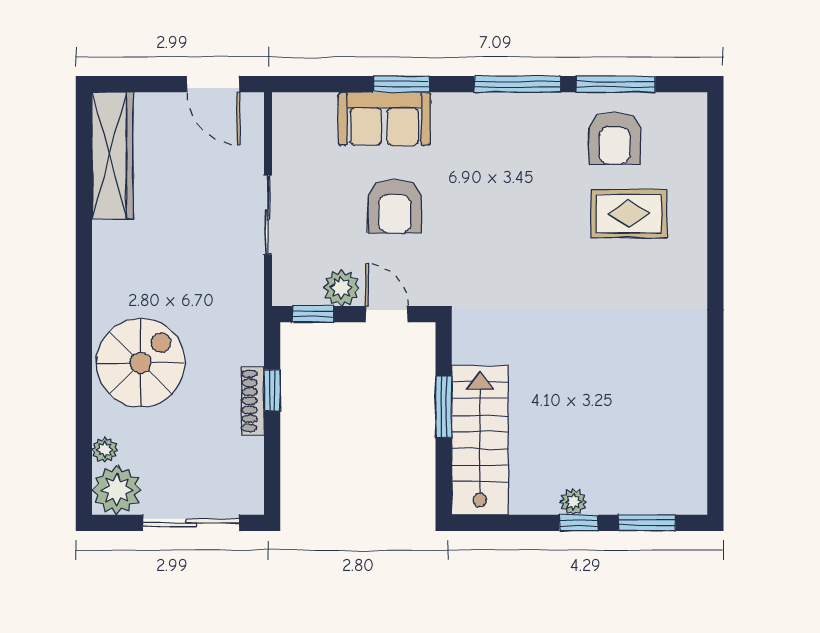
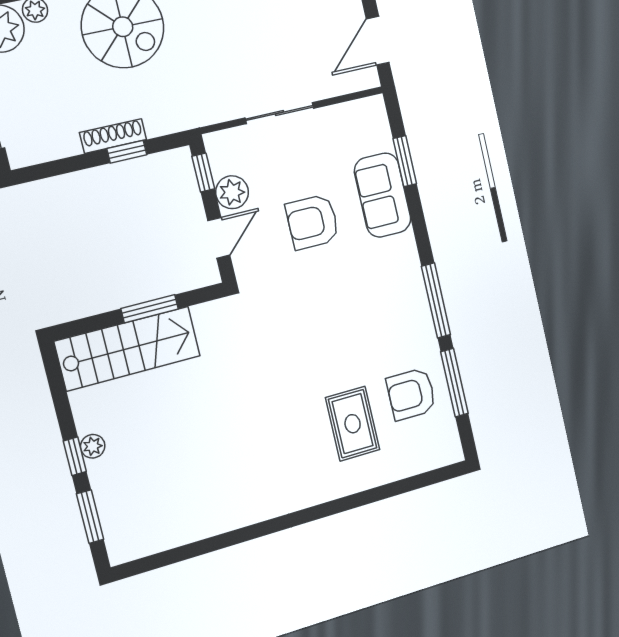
window: (401, 84) -> (405, 161), moved

